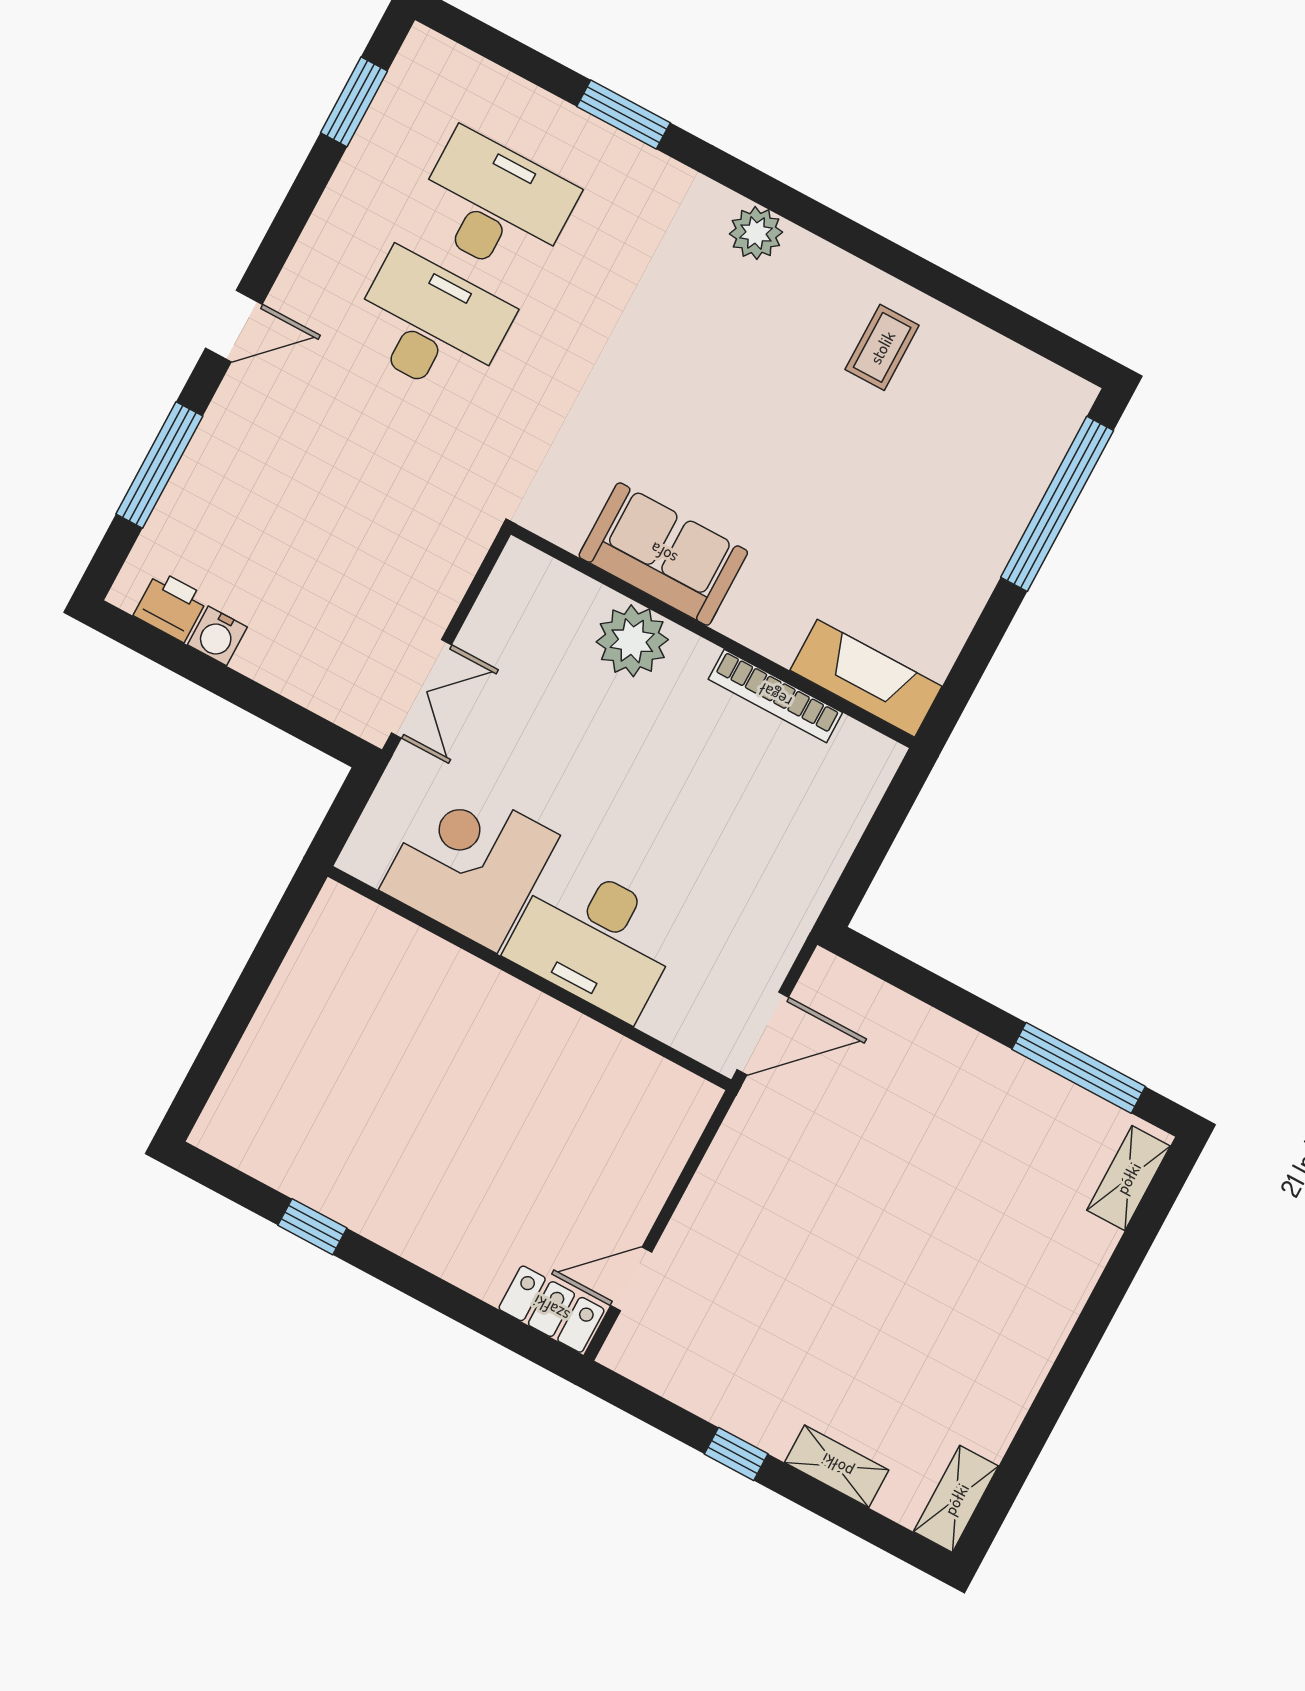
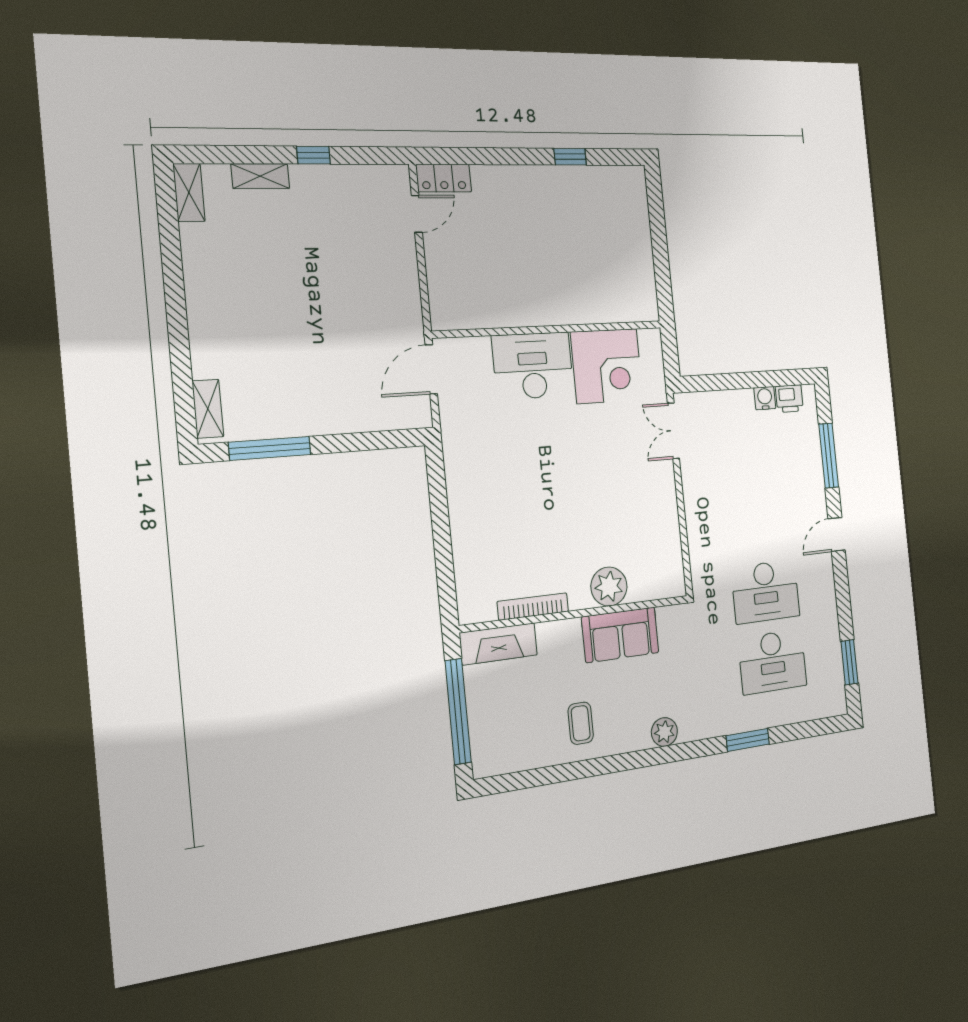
sofa: (663, 554) -> (620, 635), moved
wall: (713, 636) -> (577, 614), moved
plant: (632, 641) -> (609, 587), moved
fireplace: (866, 678) -> (499, 644), moved
bookcase: (775, 696) -> (533, 607), moved

